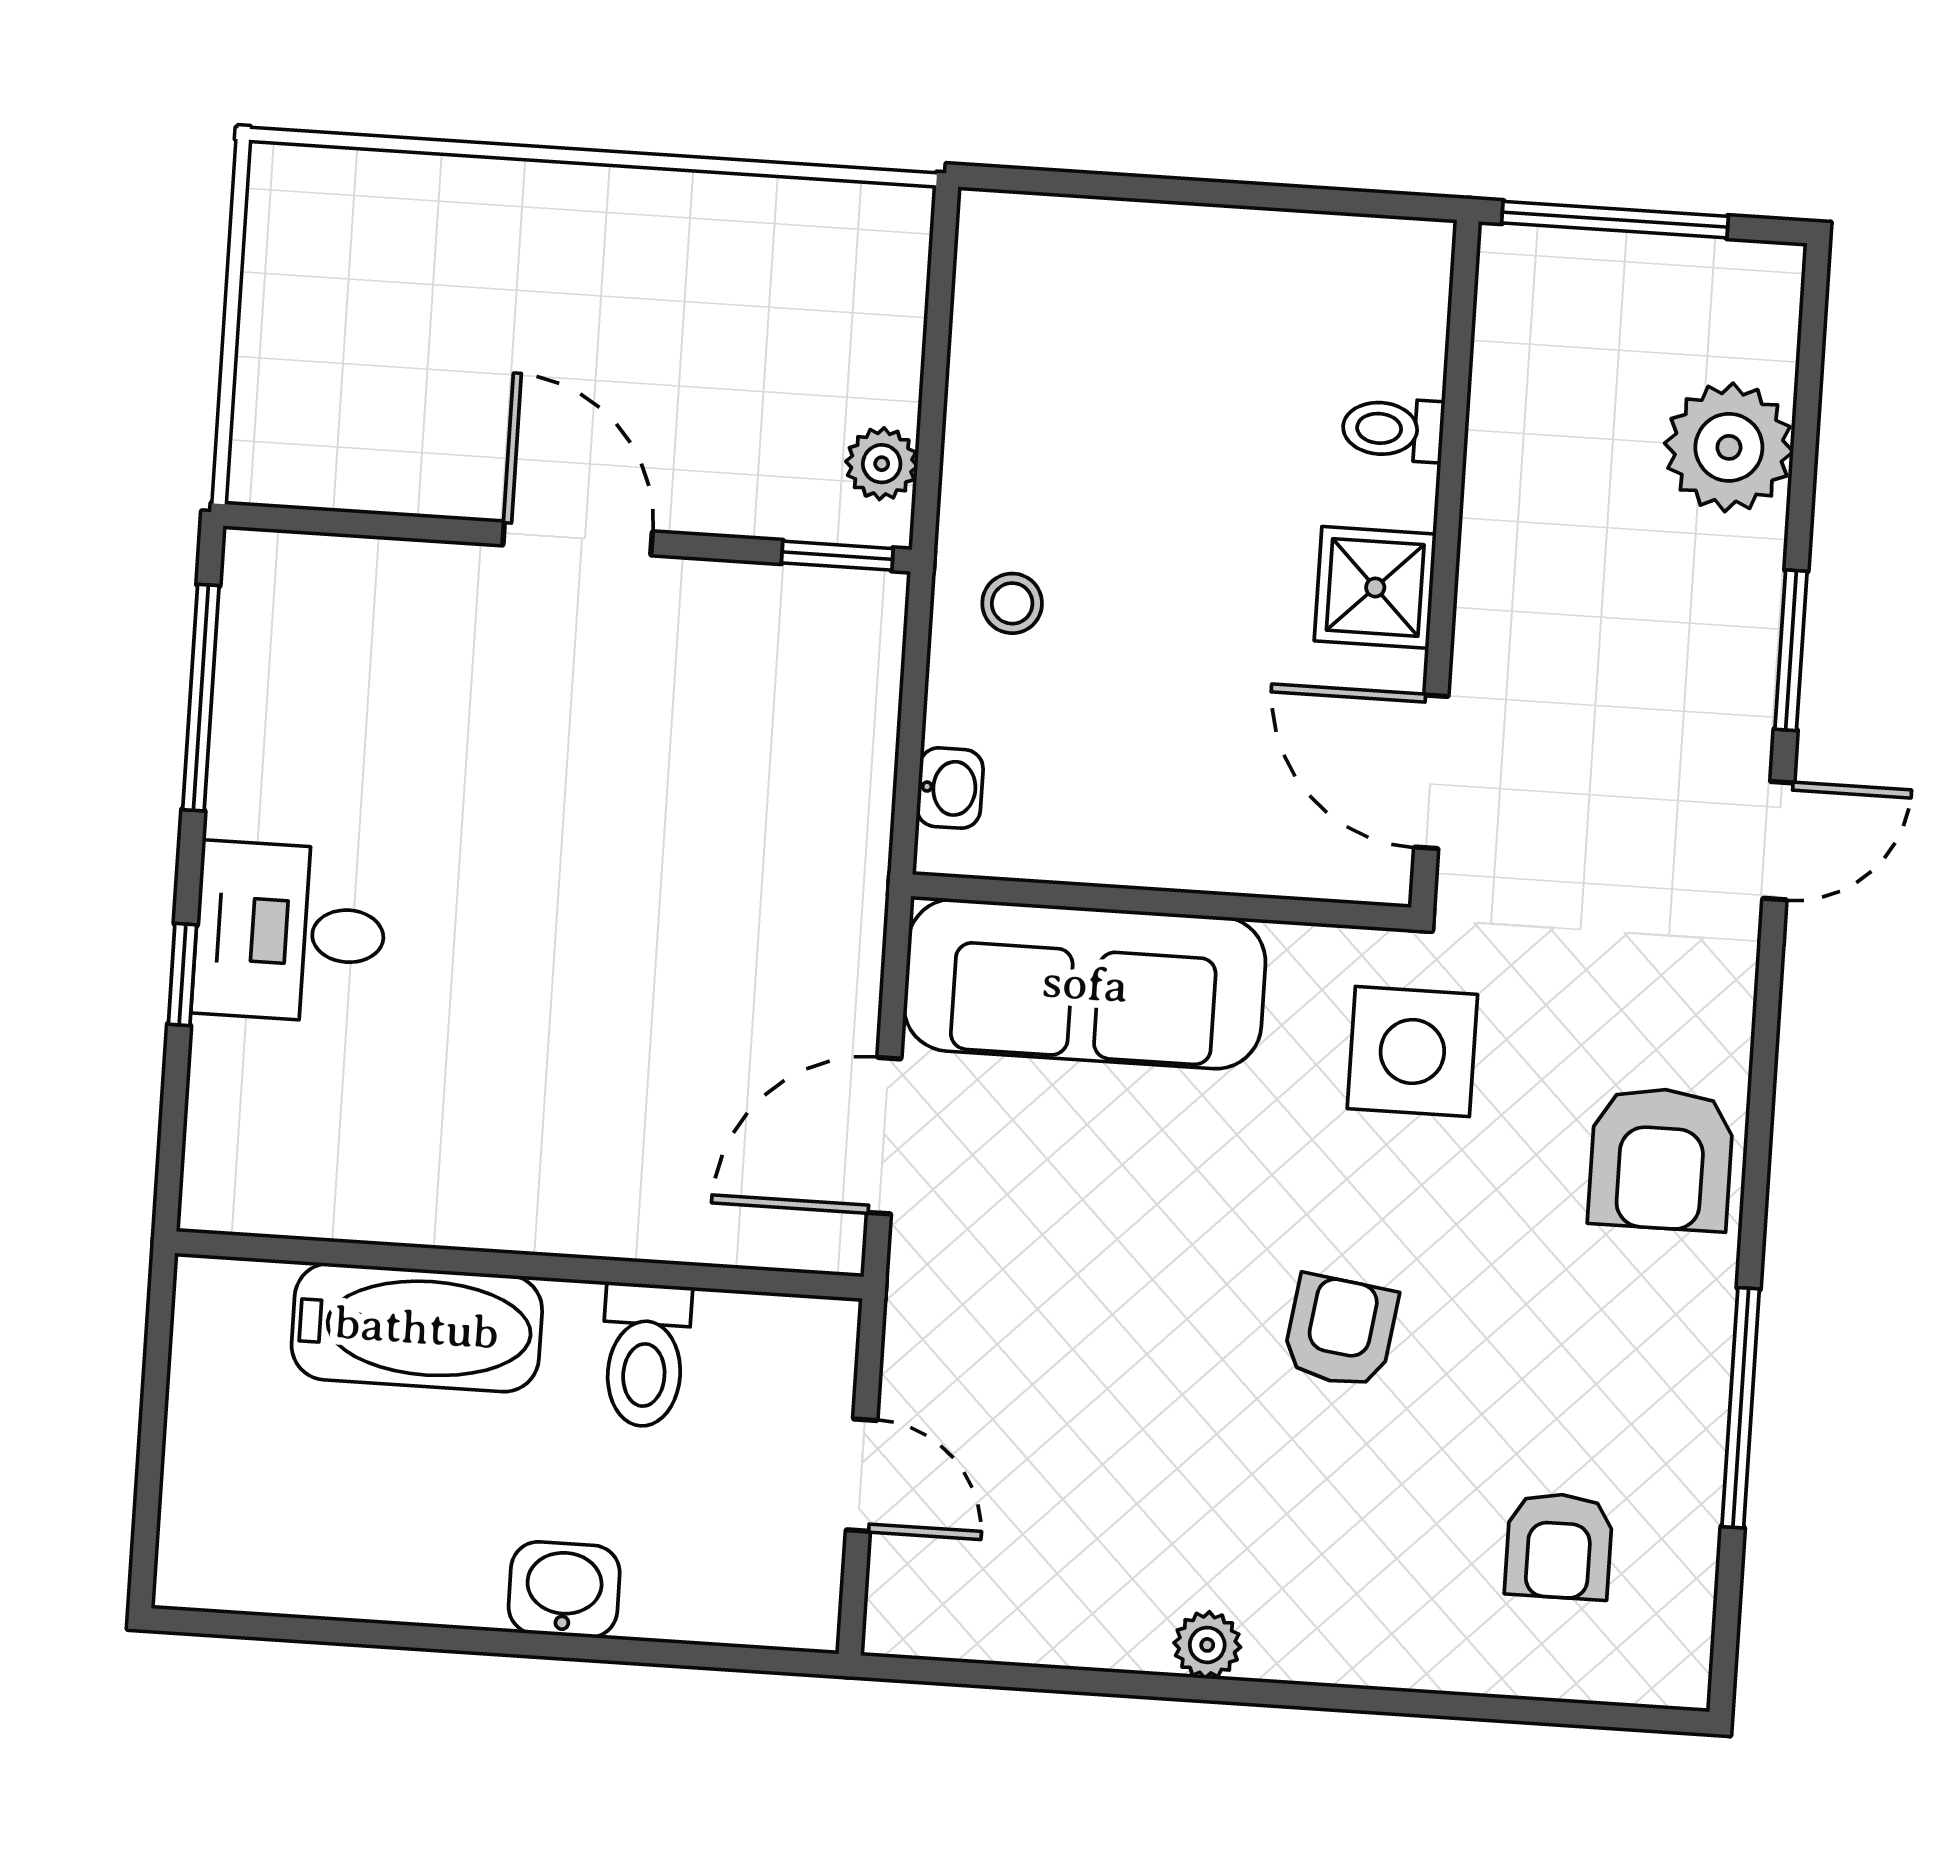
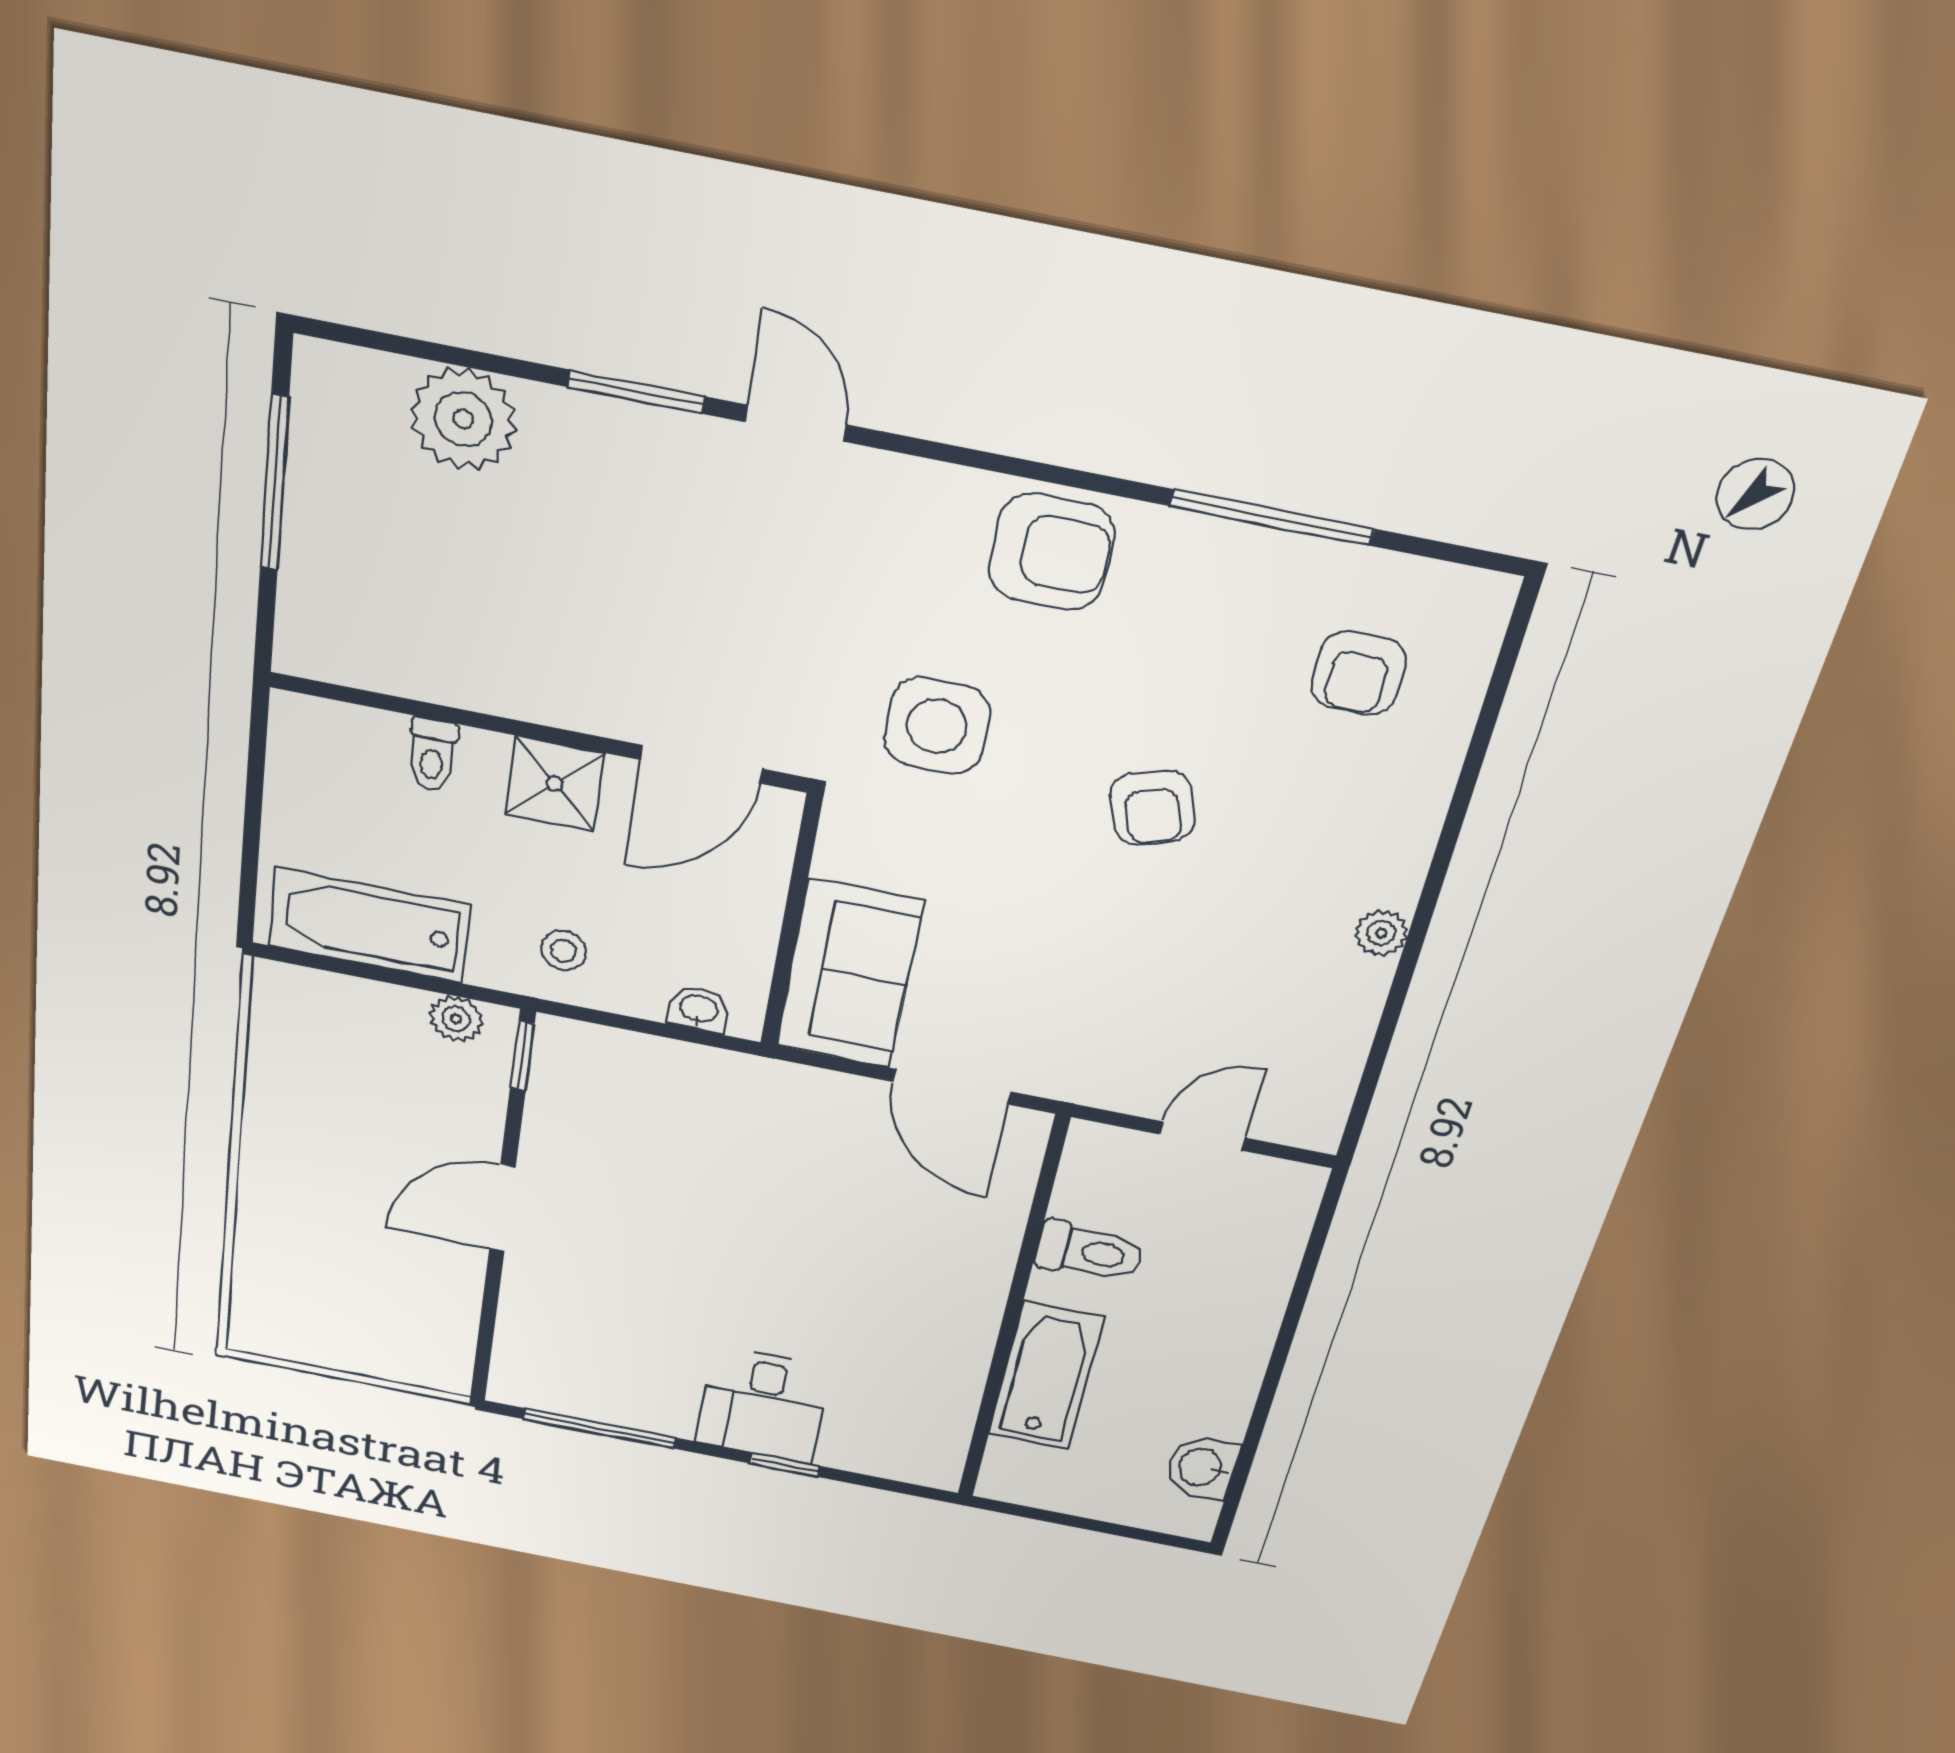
bathtub: (1009, 344) -> (369, 926), added
toilet: (1393, 429) -> (432, 754), moved
wall: (1445, 564) -> (539, 732), moved
shower: (1375, 587) -> (555, 784), moved
door: (1431, 772) -> (701, 764), moved
sofa: (1085, 984) -> (849, 974), width x0.73
armchair: (1340, 1331) -> (1152, 808), turned -117
armchair: (1559, 1546) -> (1358, 673), turned 90
washbasin: (564, 1590) -> (1202, 1467), moved

